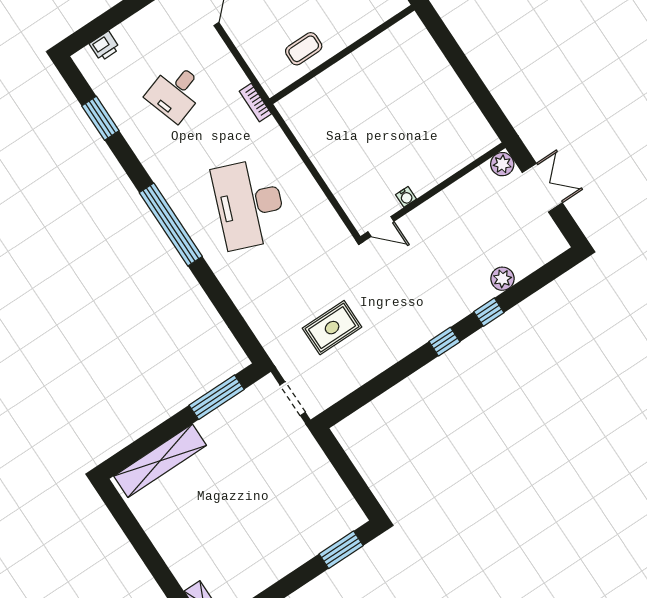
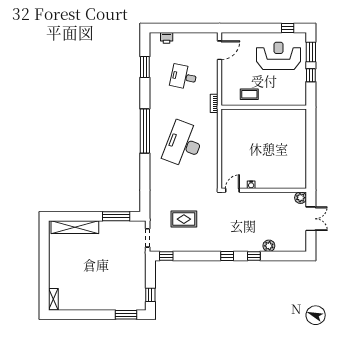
desk: (176, 92) -> (184, 77), turned 30
door: (381, 227) -> (232, 190), swing flipped
window: (344, 408) -> (166, 256), added
window: (360, 490) -> (150, 295), added

